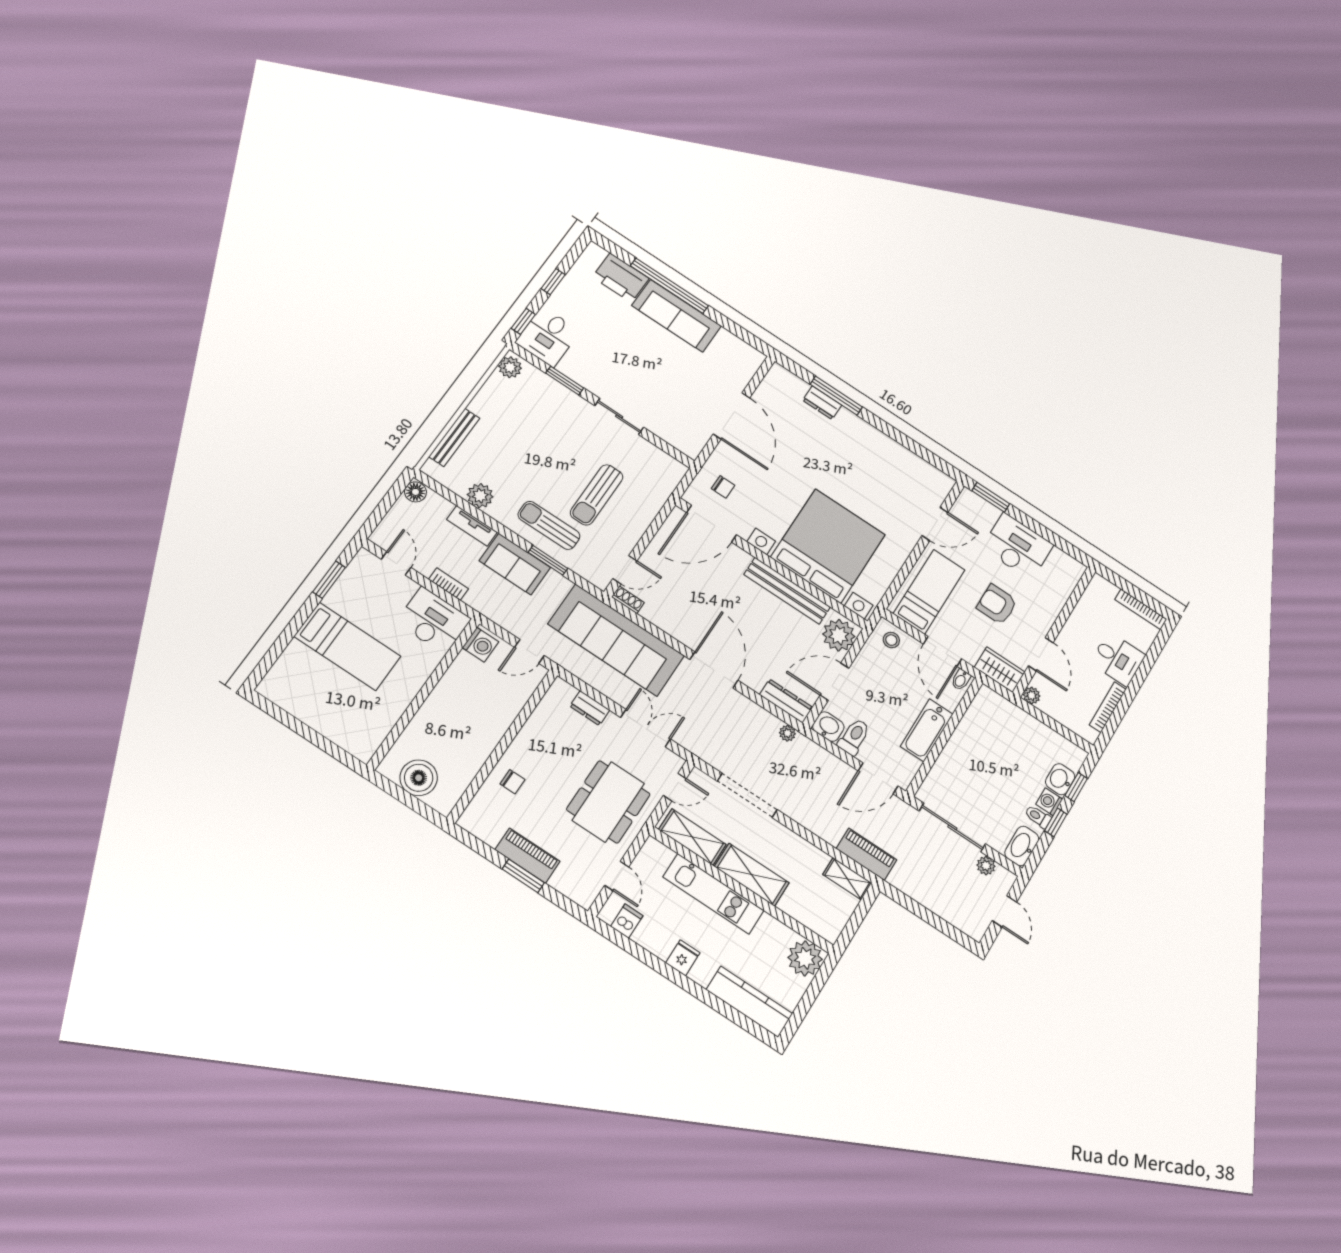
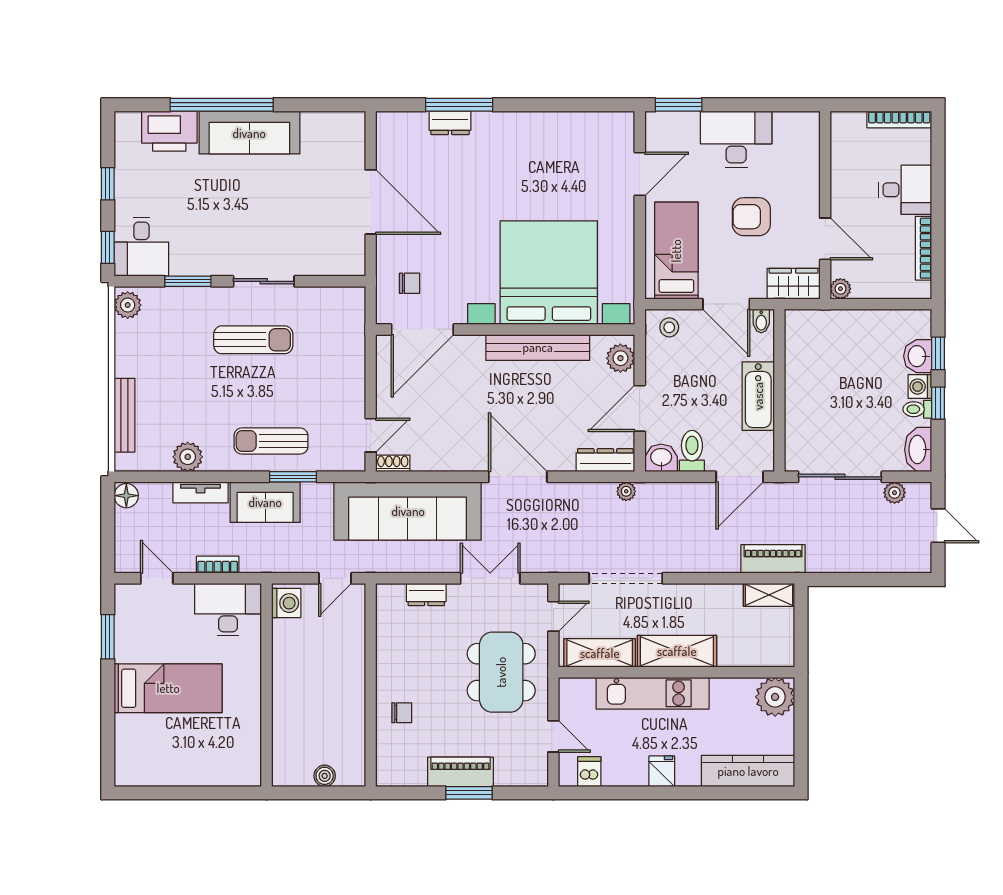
sun lounger: (597, 495) -> (253, 340), moved, turned -90
plant: (839, 635) -> (620, 358), width x0.73, depth x0.73
boiler: (419, 778) -> (325, 776), width x0.54, depth x0.54

